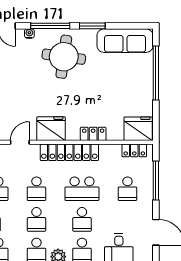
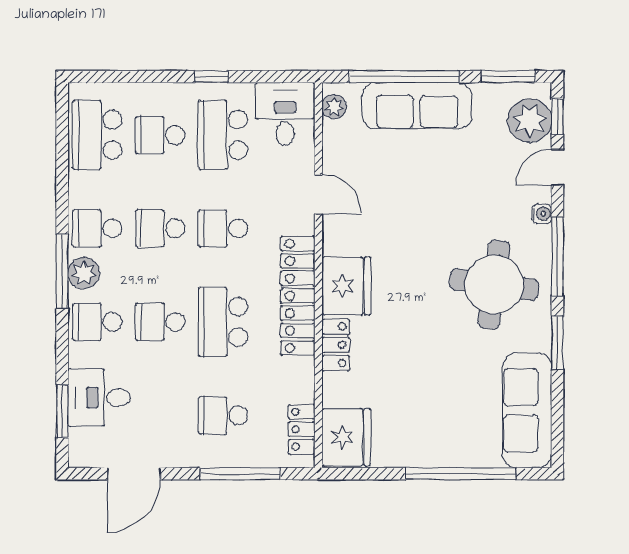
fridge: (51, 129) -> (346, 286), moved

